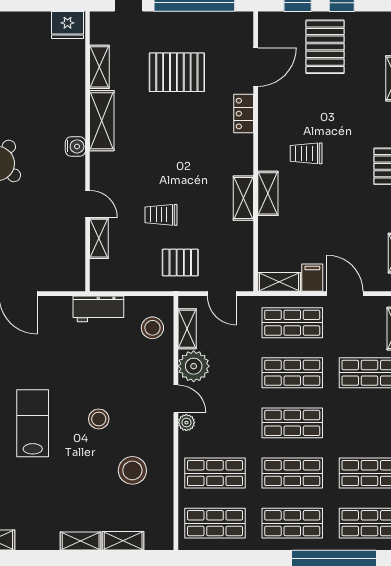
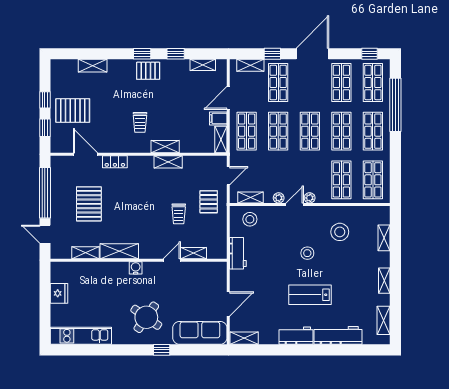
fridge: (68, 25) -> (59, 293), moved
plant: (194, 366) -> (279, 198), width x0.53, depth x0.53
shelving: (81, 541) -> (384, 281), moved

